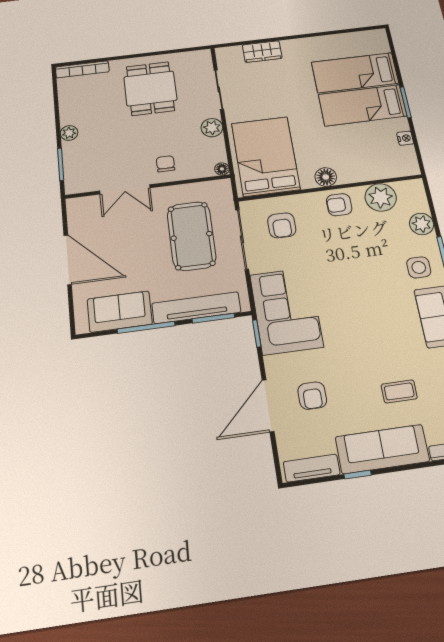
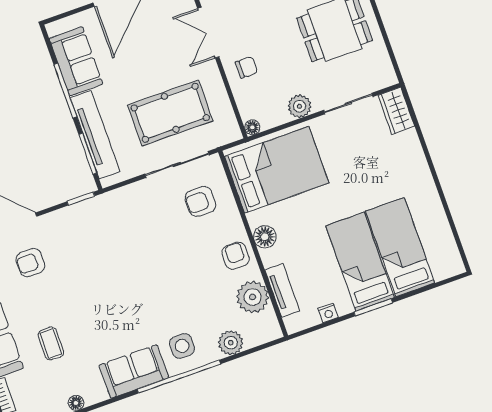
wardrobe: (262, 52) -> (396, 111), moved
tv unit: (378, 172) -> (282, 290), added
corner sofa: (286, 311) -> (110, 223), removed

